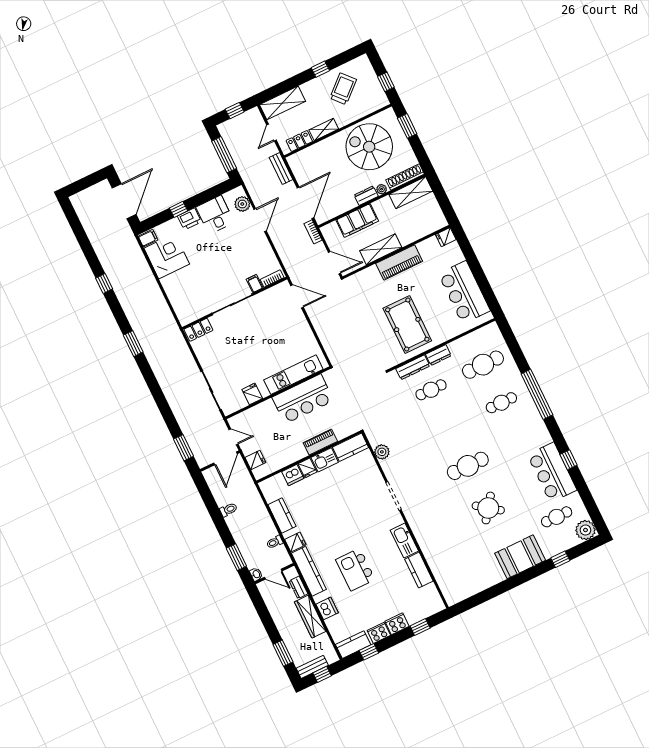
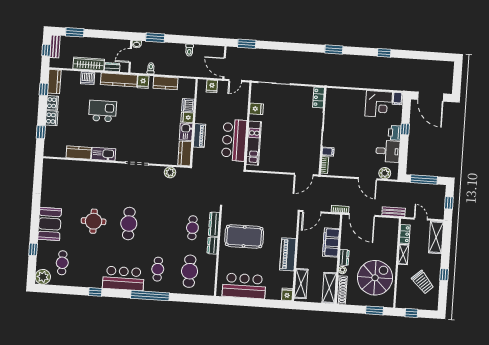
shelving: (381, 249) -> (301, 284), moved
bar counter: (552, 472) -> (123, 278), moved
round table: (488, 508) -> (94, 221), turned -36

